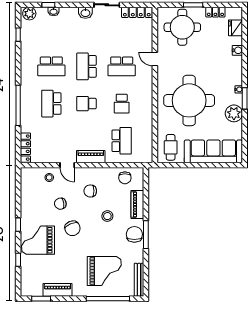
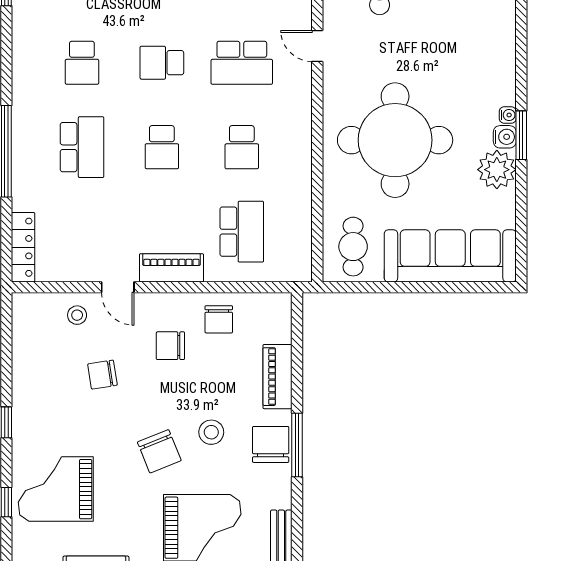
water cooler: (237, 50) -> (505, 137), moved
school desk: (51, 66) -> (82, 63), width x0.54
school desk: (86, 66) -> (162, 63), width x0.54
school desk: (51, 104) -> (82, 147), turned 180
school desk: (86, 104) -> (162, 147), turned -90
chair: (125, 178) -> (219, 319), moved
stool: (107, 216) -> (211, 432), moved
chair: (72, 228) -> (159, 451), moved
grand piano: (38, 240) -> (56, 489), moved

